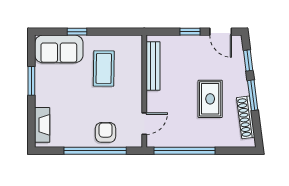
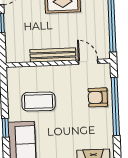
bench: (153, 66) -> (53, 55), moved

